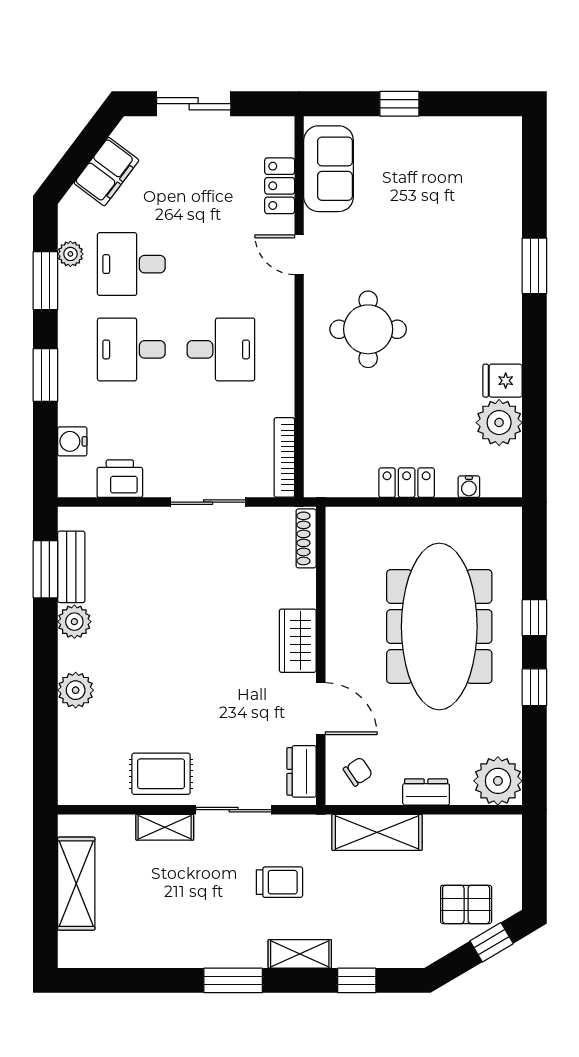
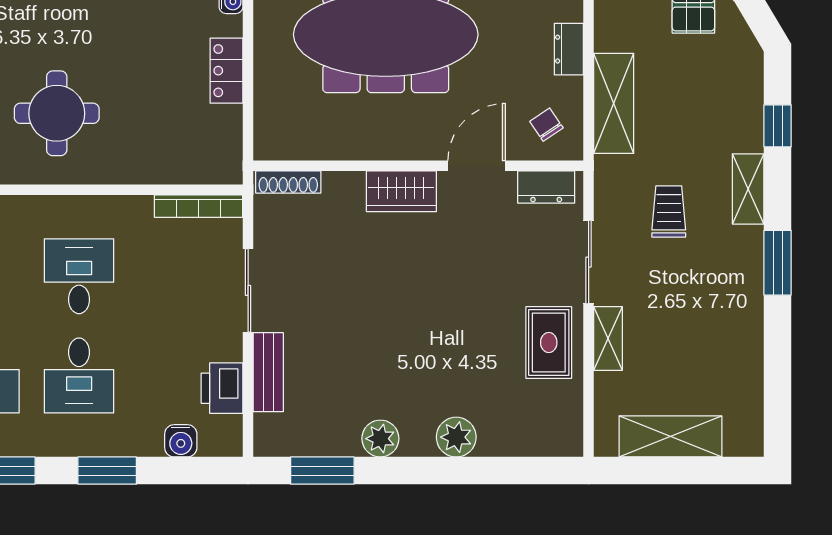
bench: (71, 567) -> (268, 372), moved, turned 90

